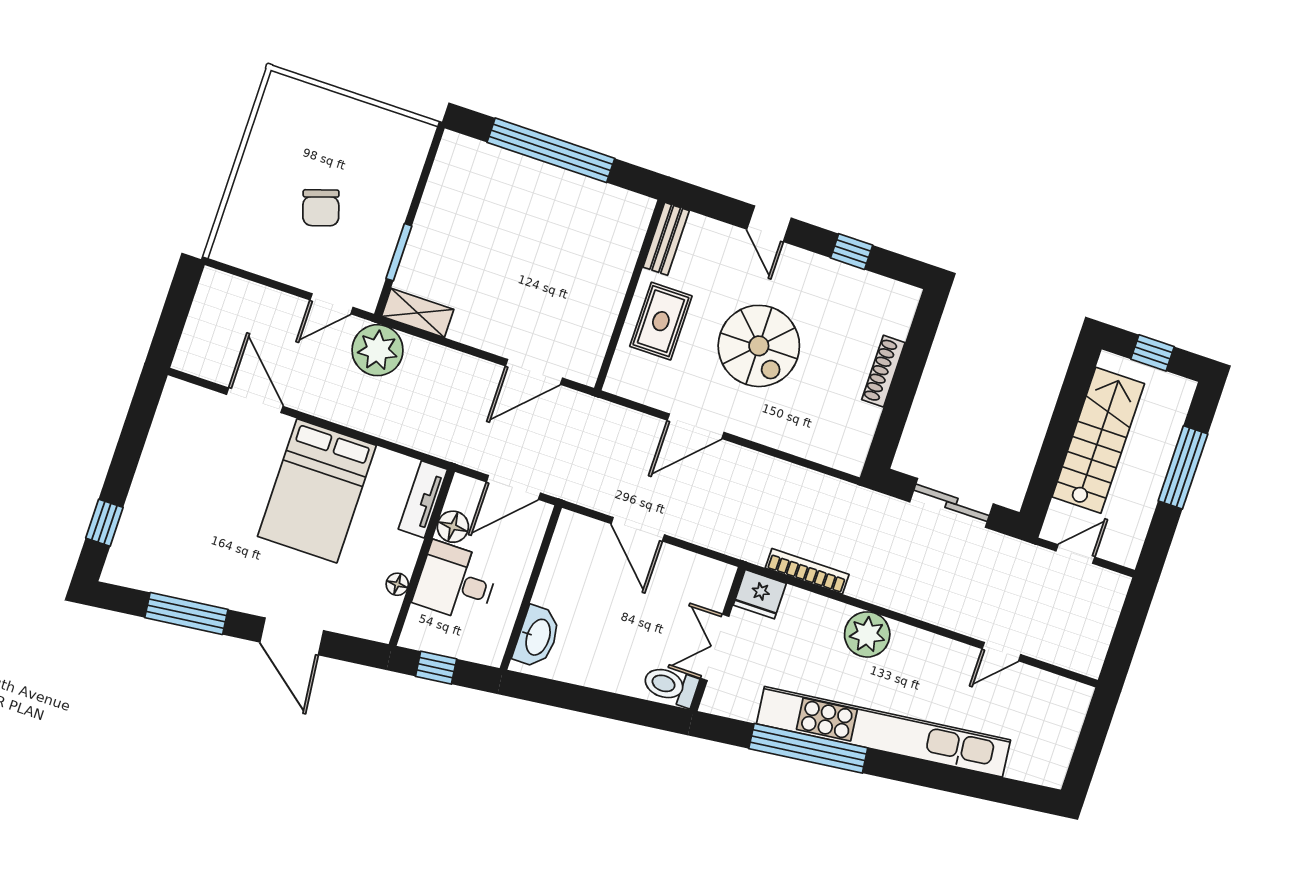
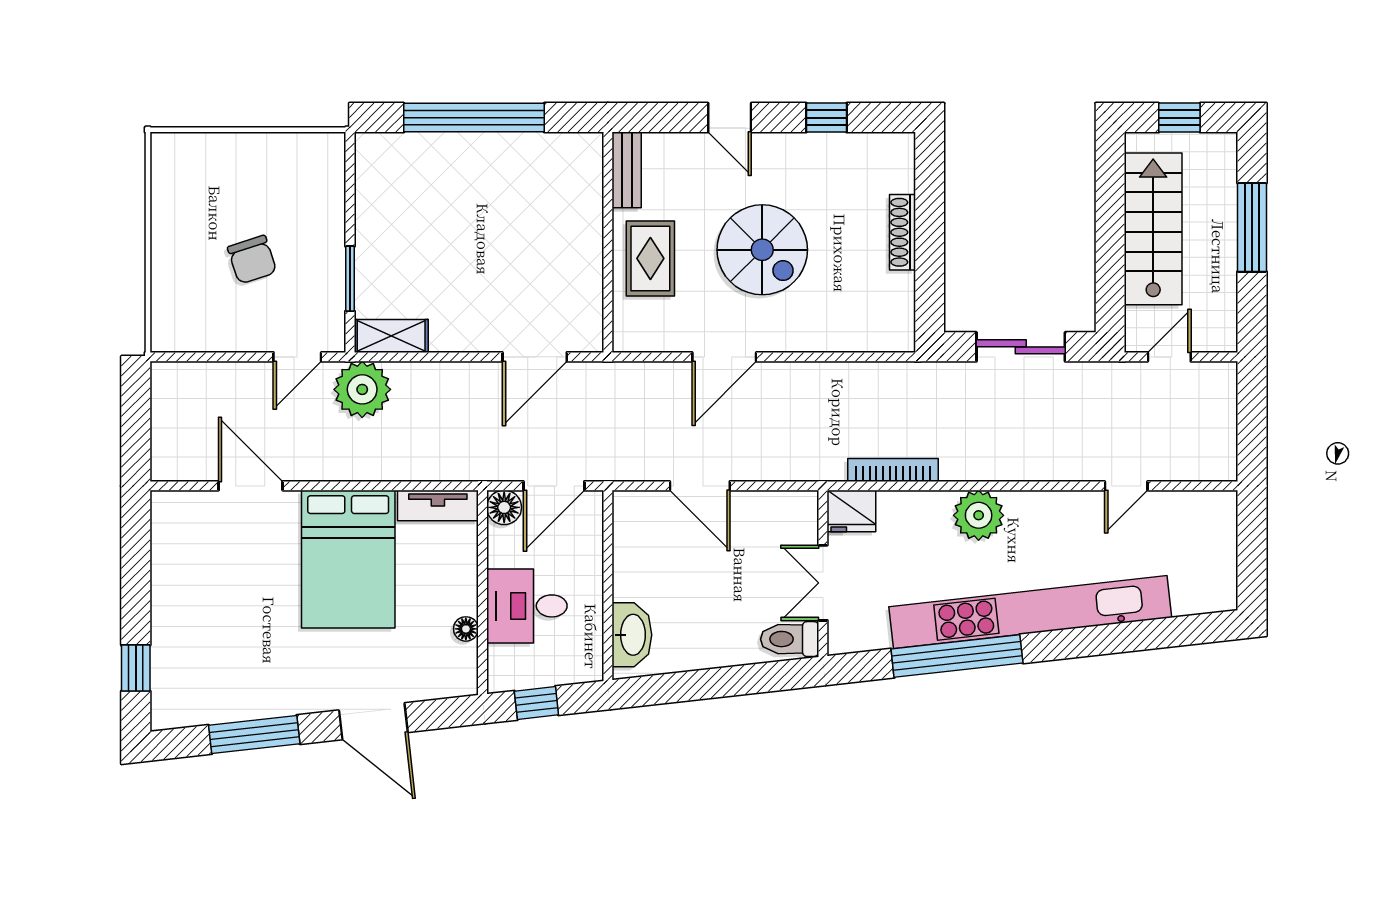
tv unit: (423, 499) -> (438, 505), moved, turned -90
floor lamp: (453, 527) -> (504, 507), moved

